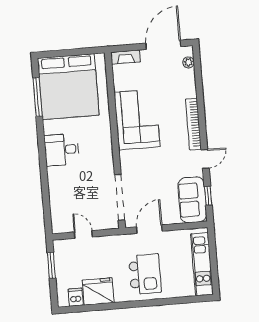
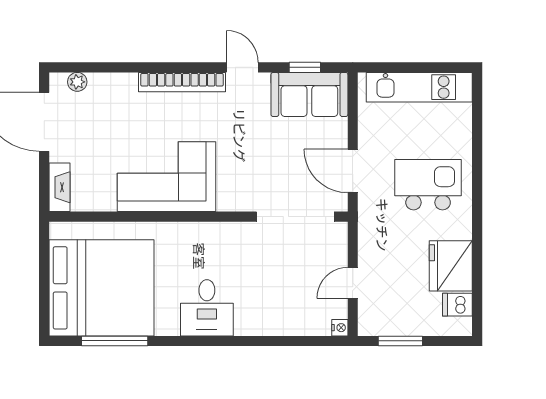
nightstand: (56, 229) -> (340, 328), added

